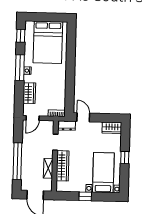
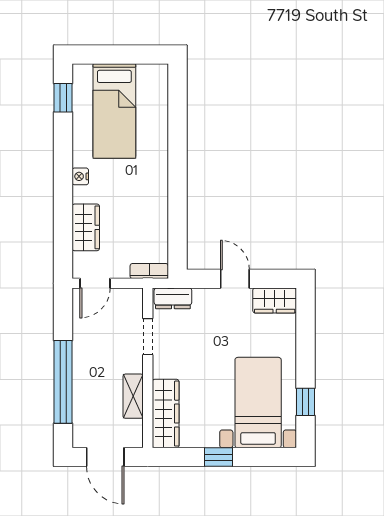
bed: (48, 42) -> (114, 111), width x0.67
window: (20, 68) -> (63, 170), removed
door: (83, 117) -> (235, 279), moved
window: (125, 158) -> (306, 402), moved
wardrobe: (63, 166) -> (166, 414), moved

